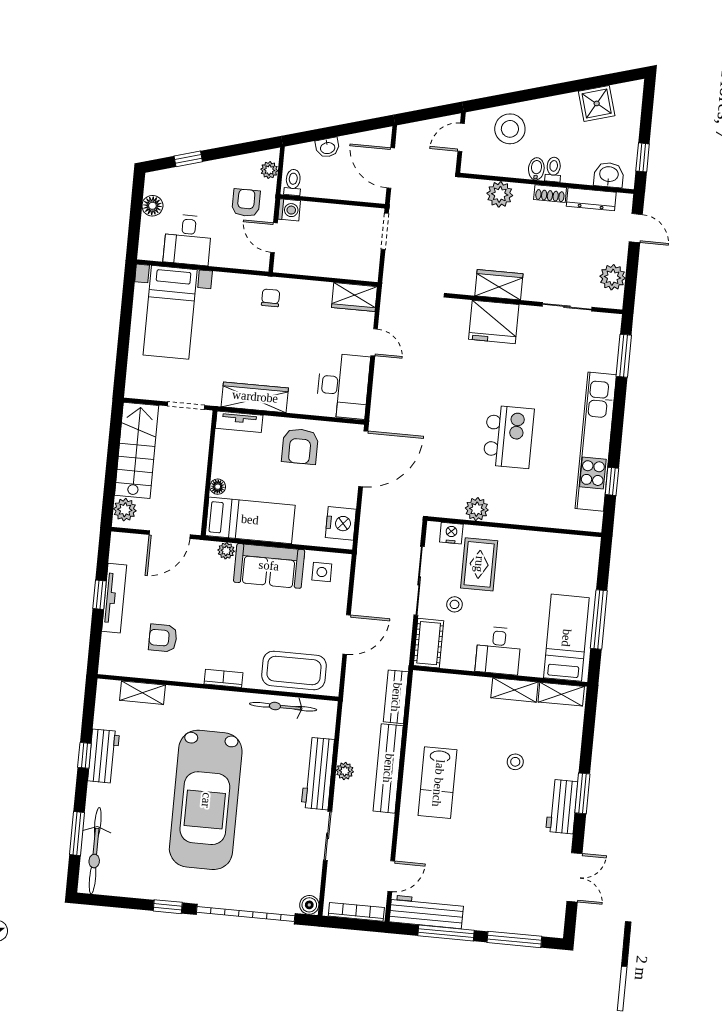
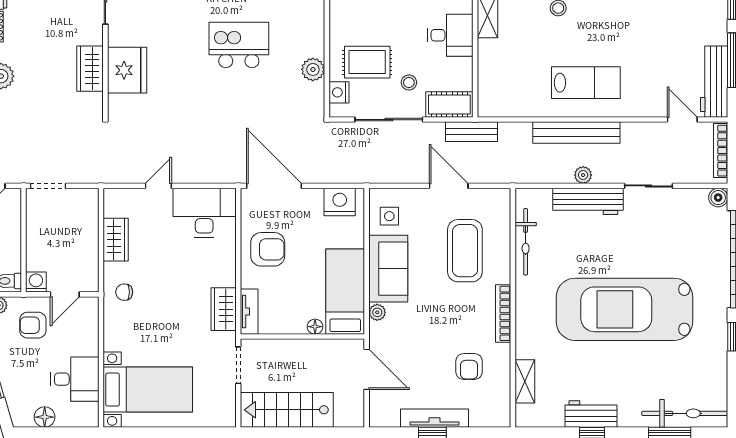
wardrobe: (354, 297) -> (116, 240), moved
wardrobe: (255, 397) -> (224, 309), width x0.67
plant: (125, 510) -> (346, 416), removed
coffee table: (294, 670) -> (465, 251), moved
bookcase: (223, 678) -> (503, 313), width x1.56
bench: (396, 697) -> (472, 132), moved
car: (206, 800) -> (624, 309), turned 180

